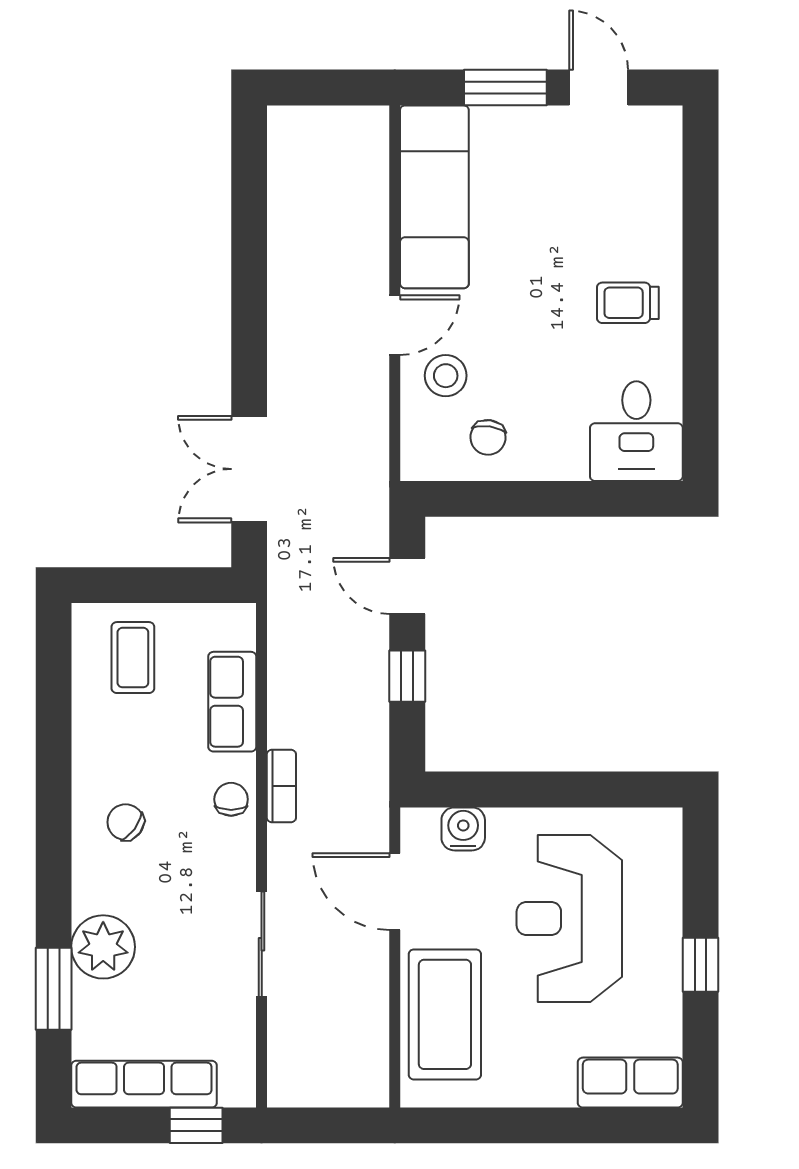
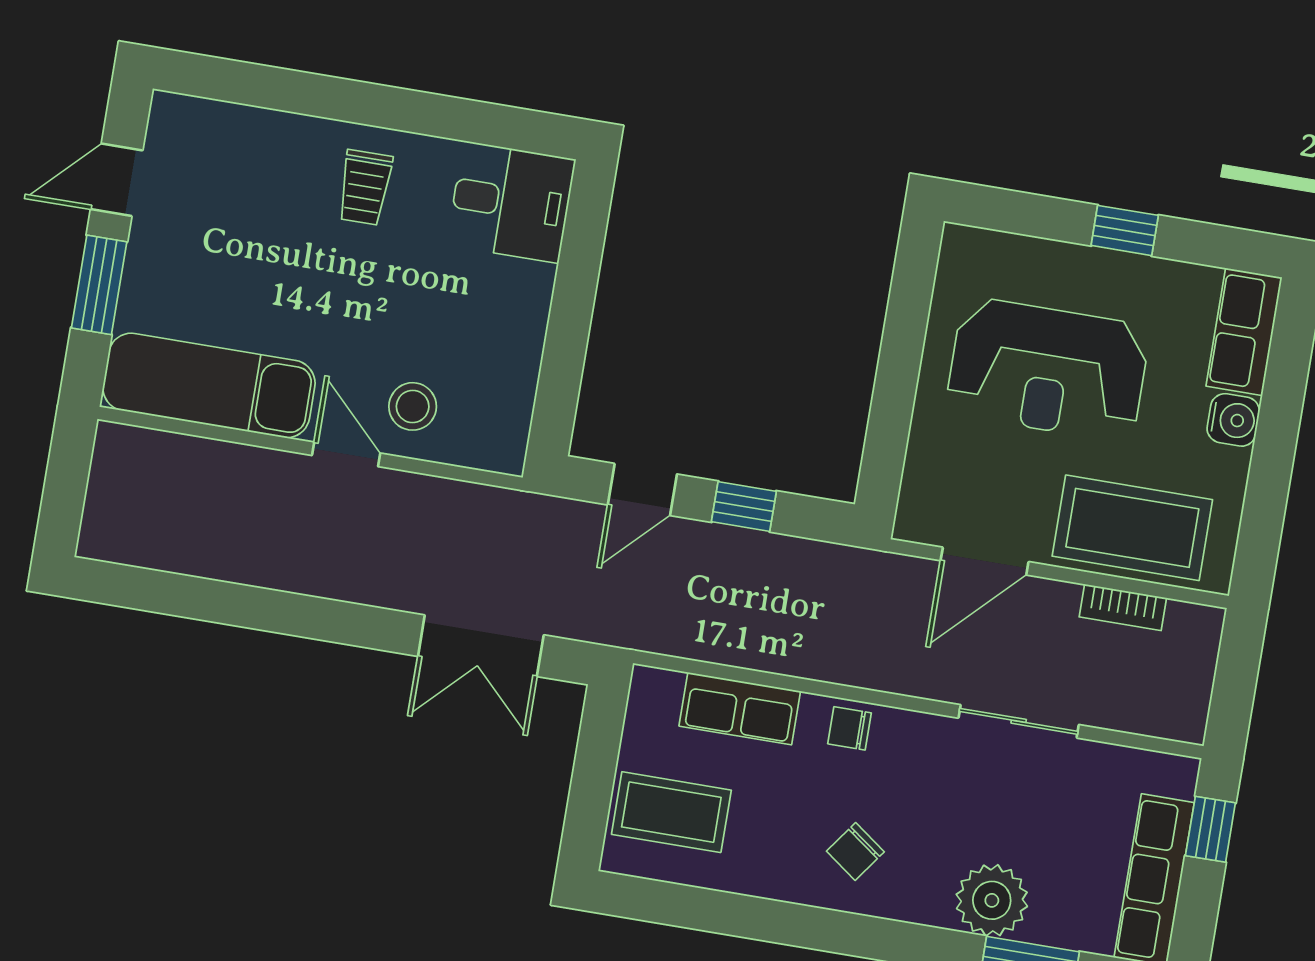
chair: (488, 437) -> (490, 370), removed
coffee table: (133, 658) -> (671, 812), width x1.36, depth x1.30
bookcase: (281, 786) -> (1123, 607), moved, turned 180
water cooler: (463, 829) -> (1233, 420), moved, turned 180

